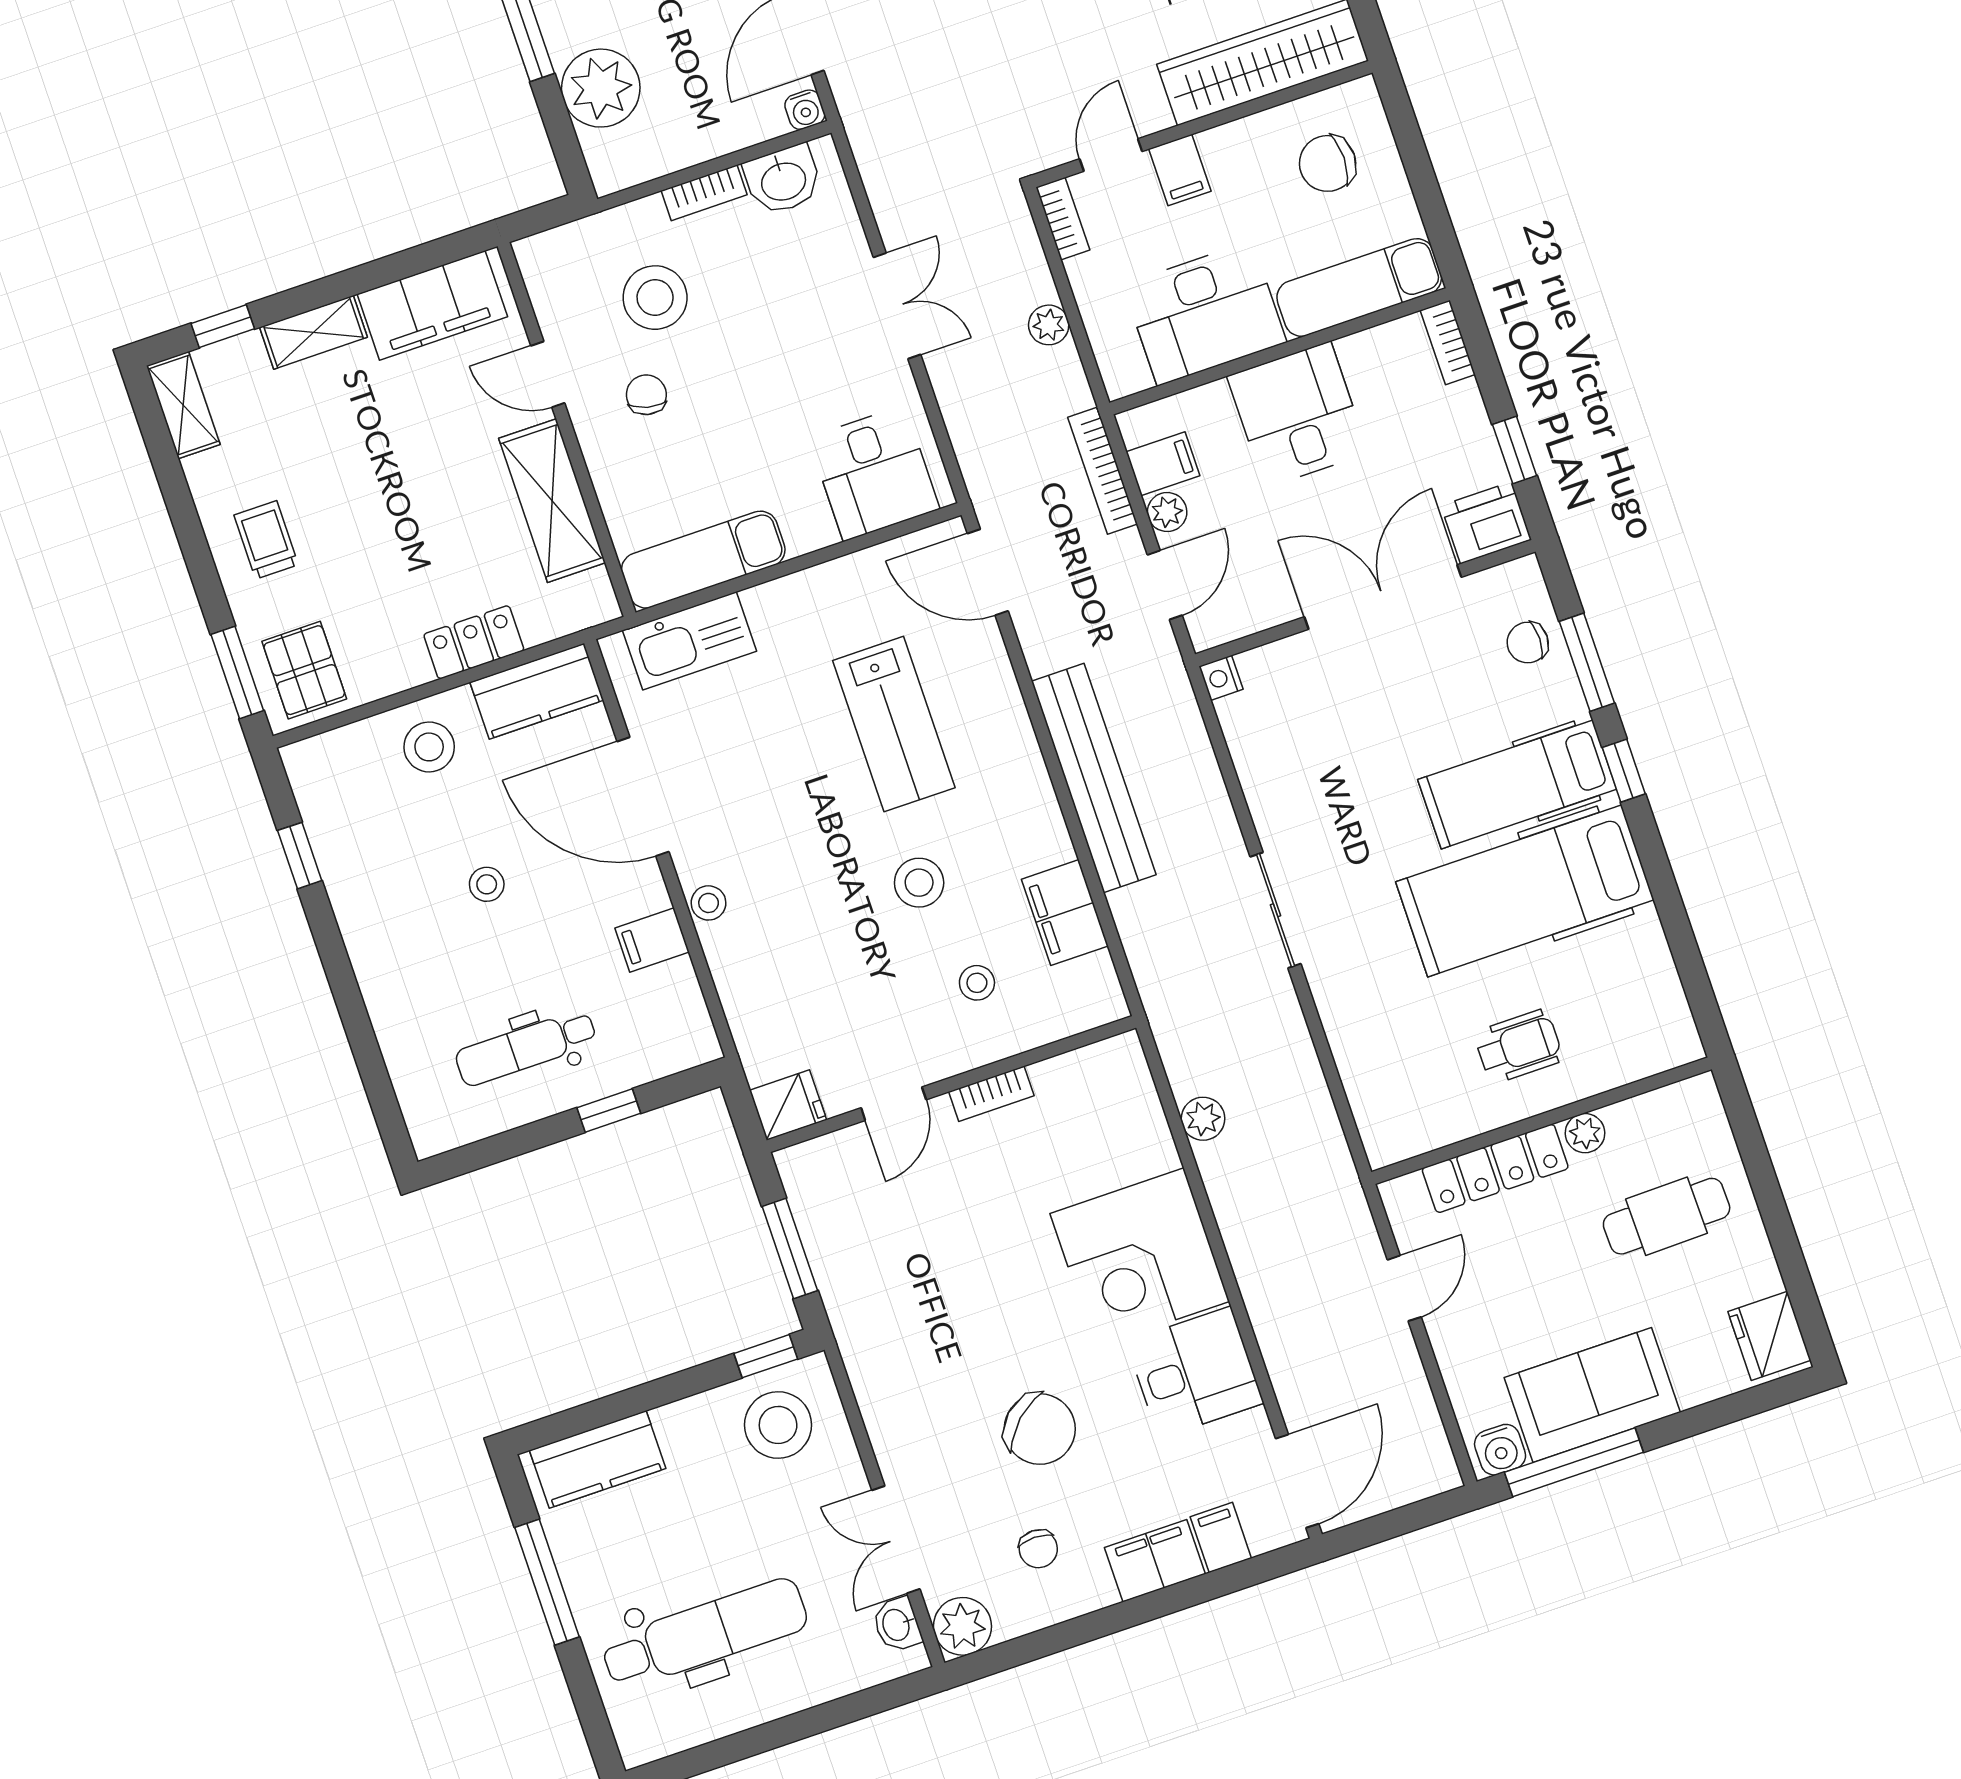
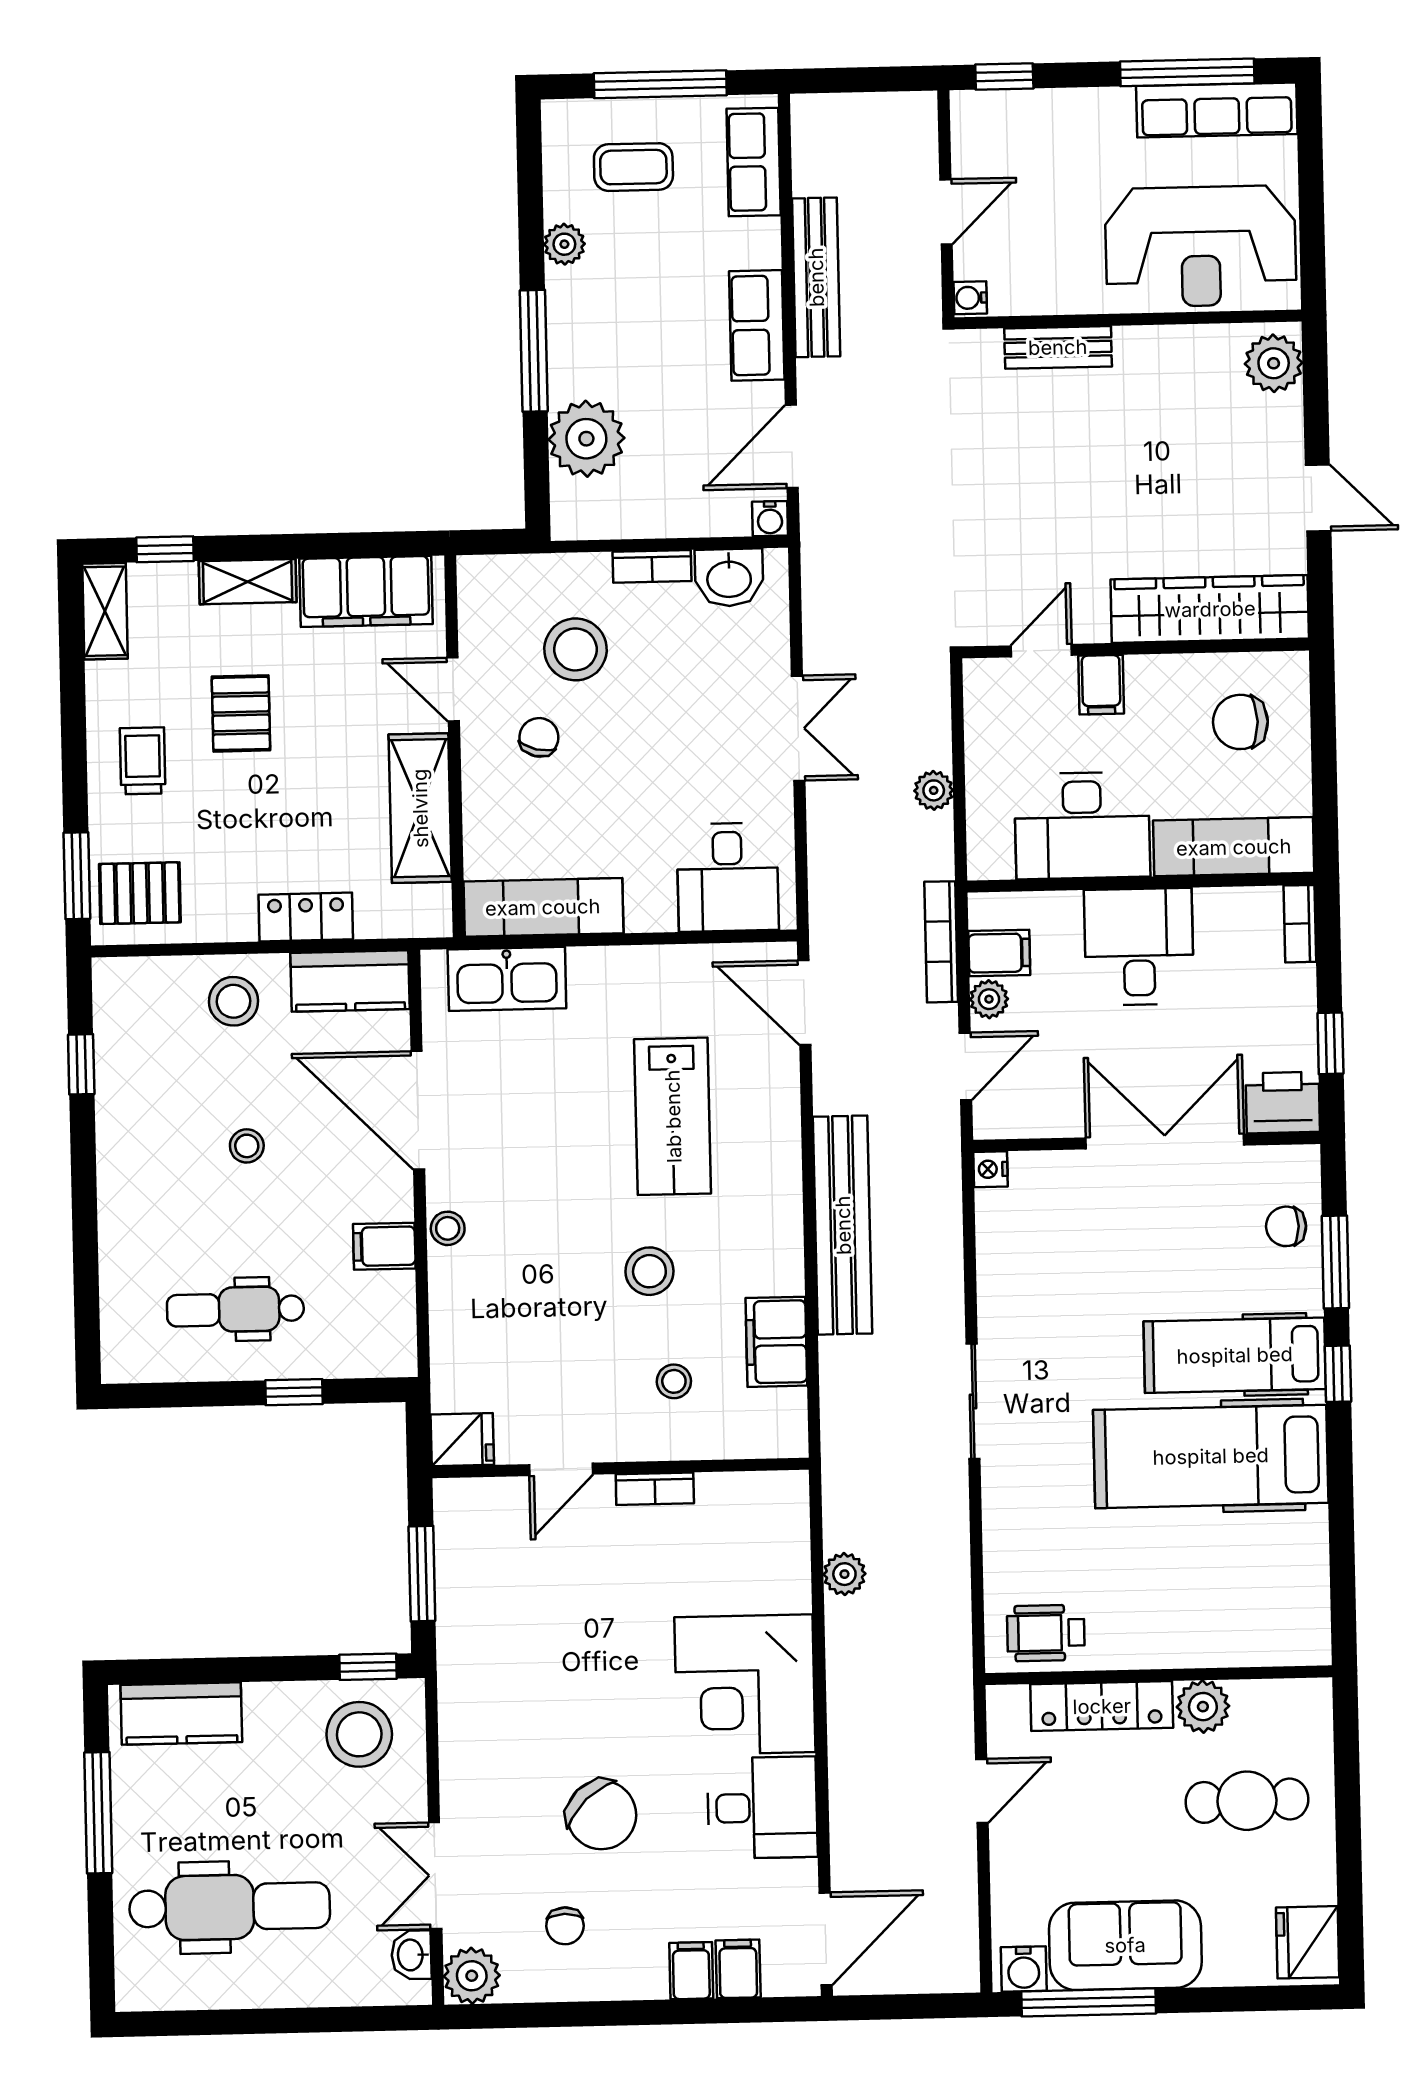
bookcase: (1063, 219) -> (978, 696), removed
pallet: (348, 463) -> (241, 713), added
pallet: (304, 670) -> (140, 893), turned 90
wheelchair: (1519, 1046) -> (1046, 1633), moved, turned 180
plant: (1585, 1133) -> (1203, 1707), width x1.38, depth x1.38
filing cabinet: (1155, 1561) -> (691, 1971), width x0.50

